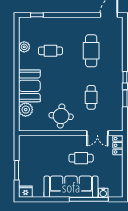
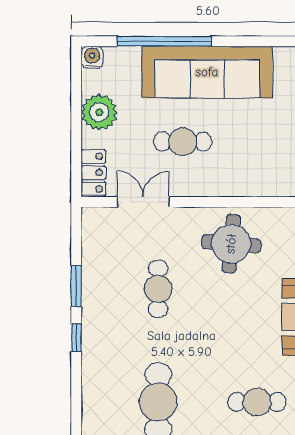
plant: (115, 170) -> (99, 112), added
water cooler: (103, 193) -> (92, 57), moved

